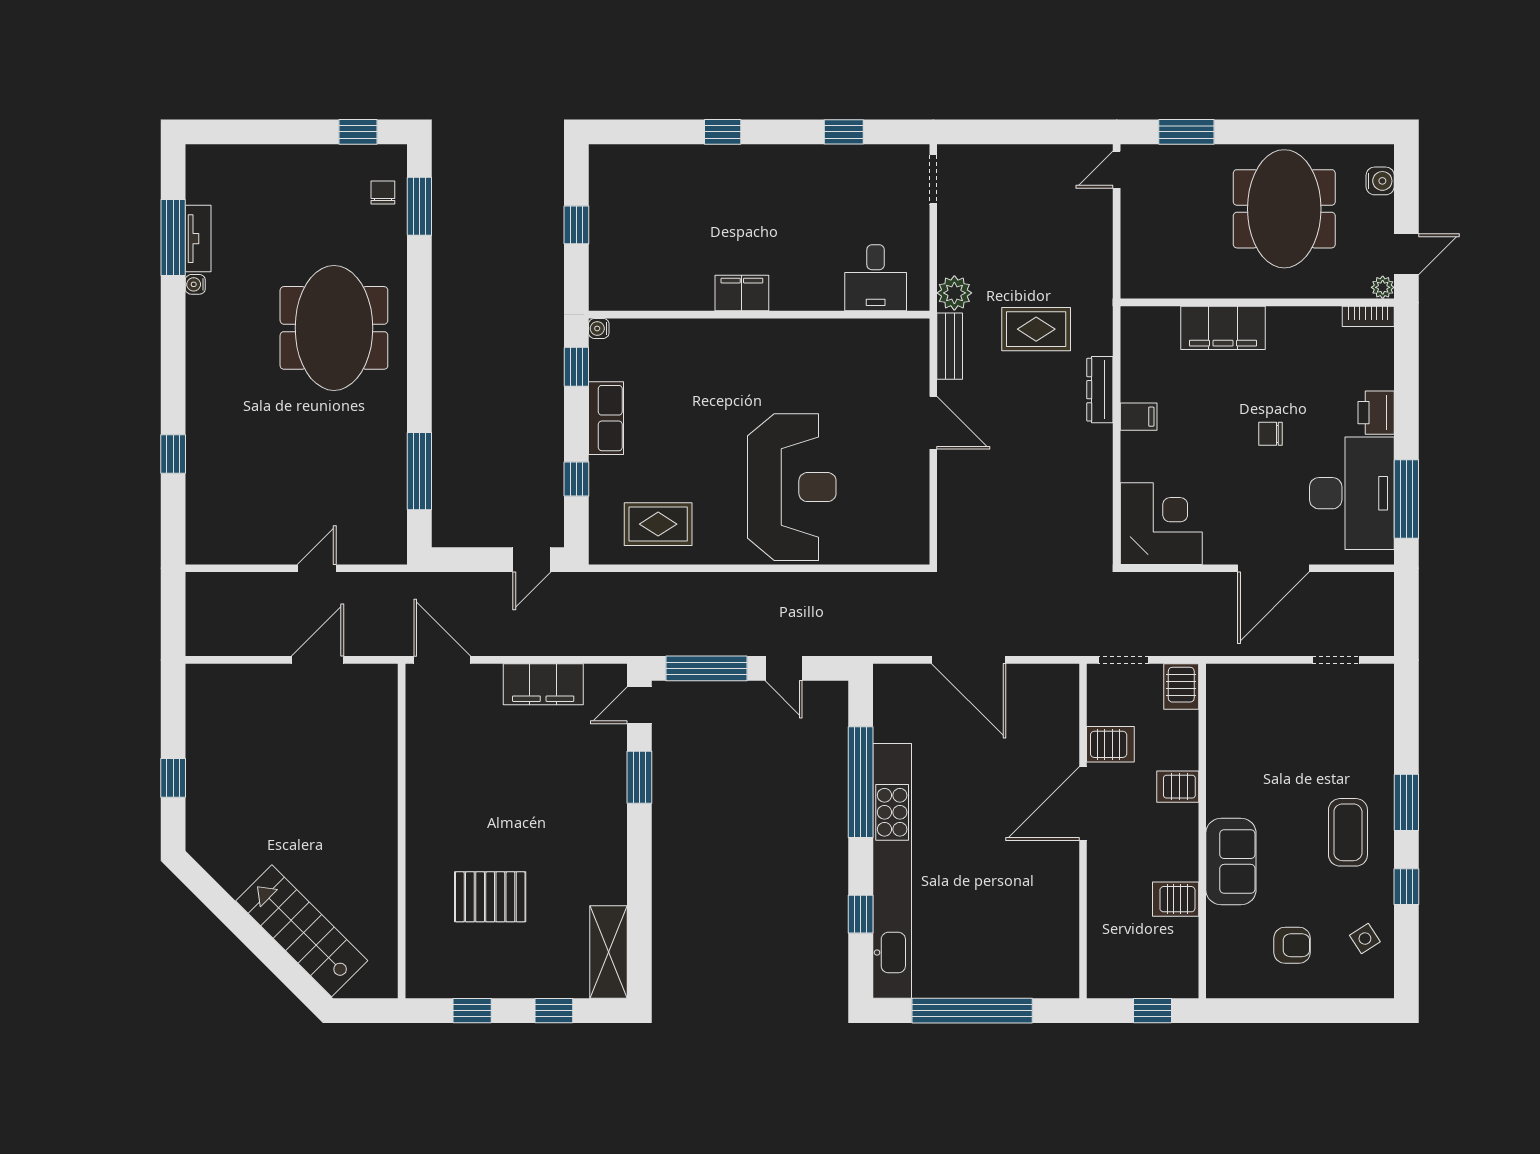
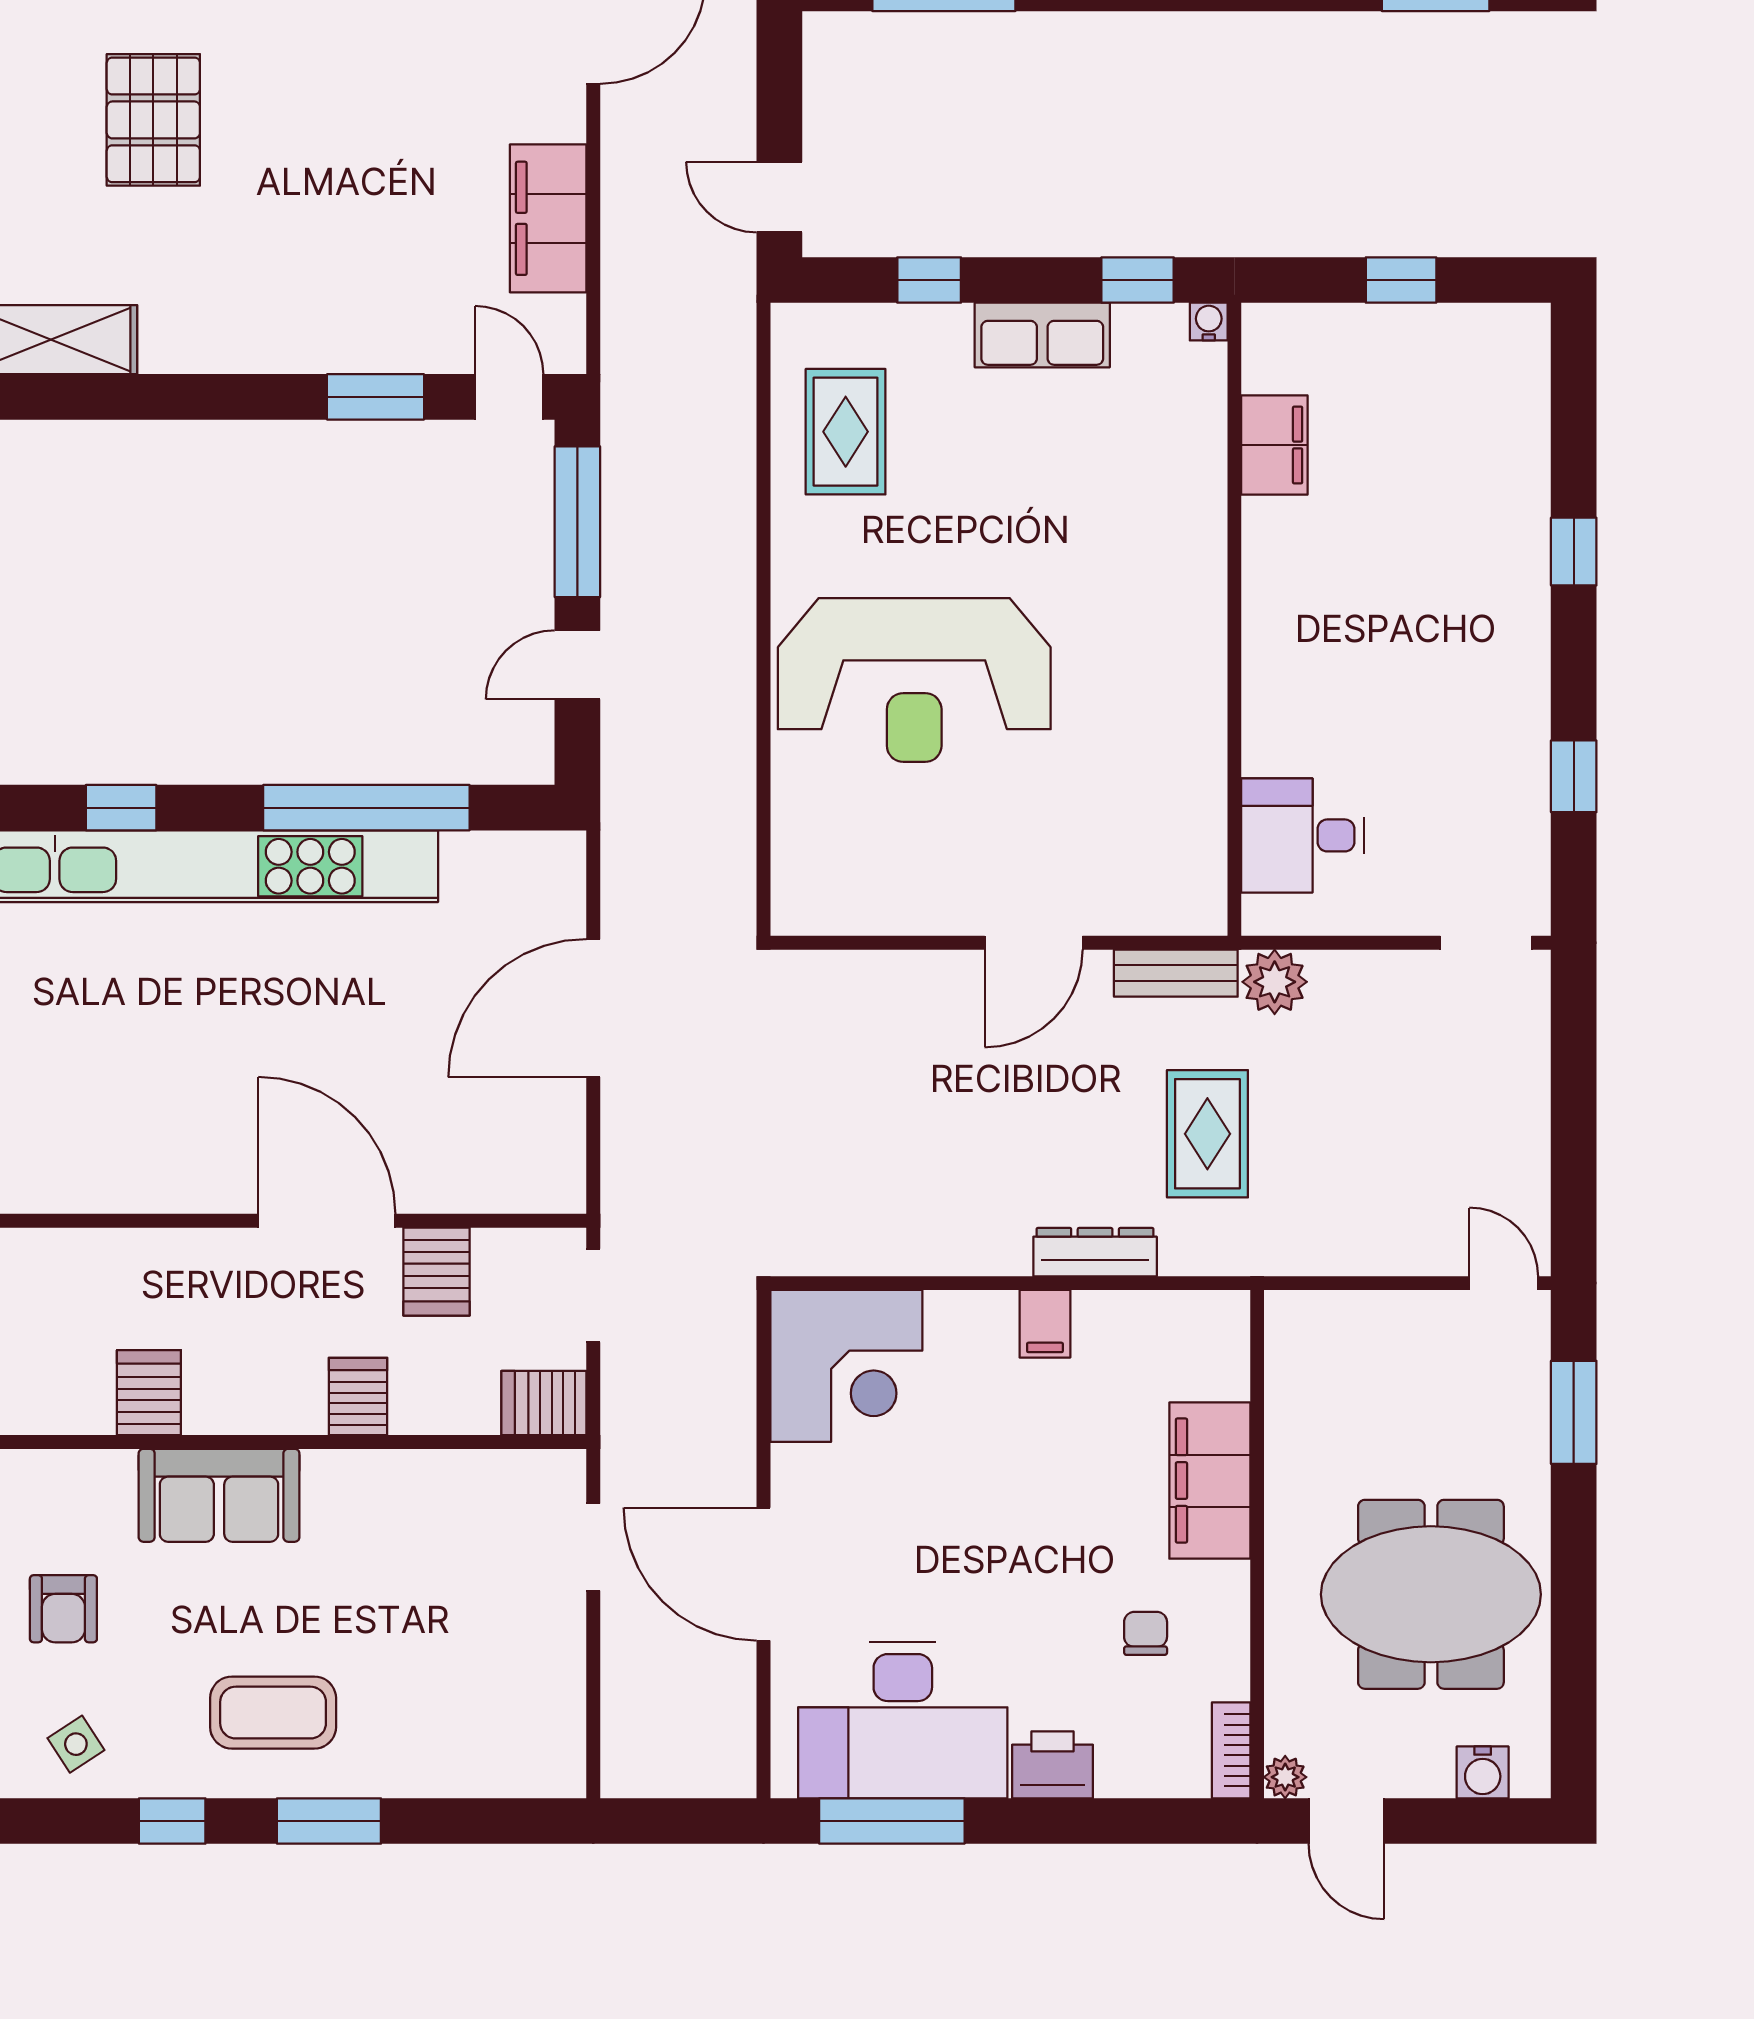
filing cabinet: (742, 293) -> (1274, 445), moved
chair: (1270, 434) -> (1146, 1633), moved
doorway: (1336, 660) -> (593, 1547), moved

